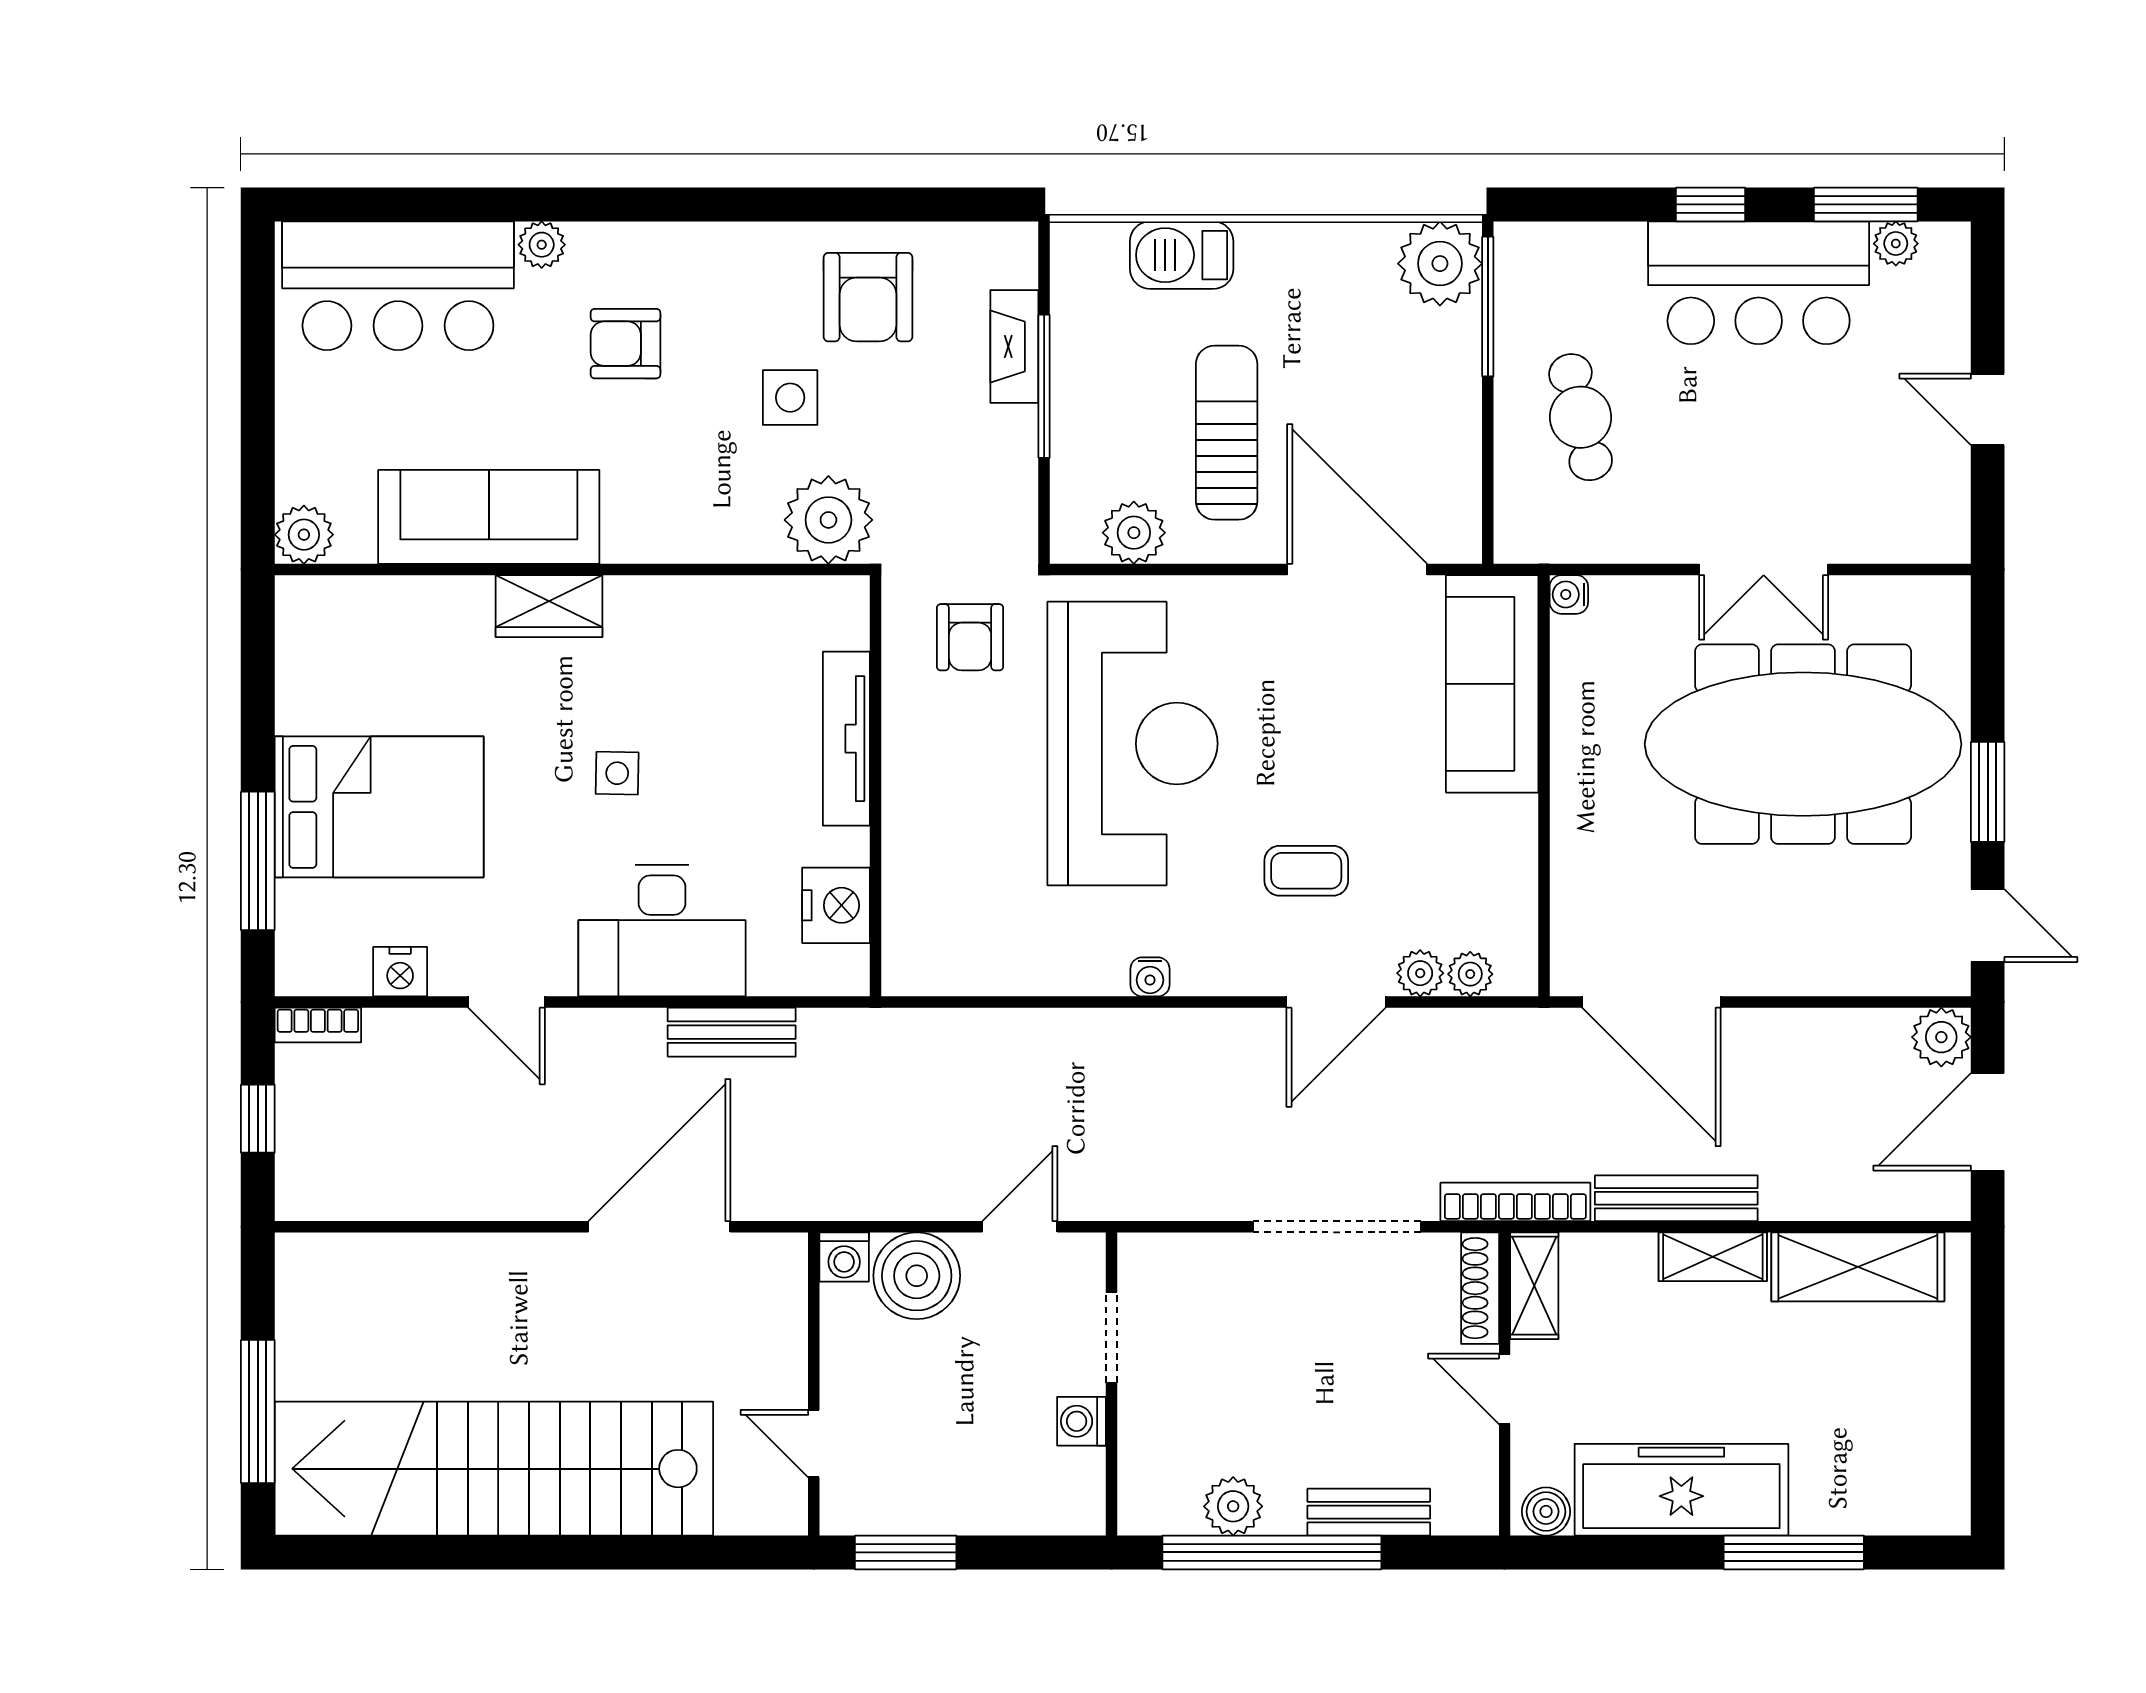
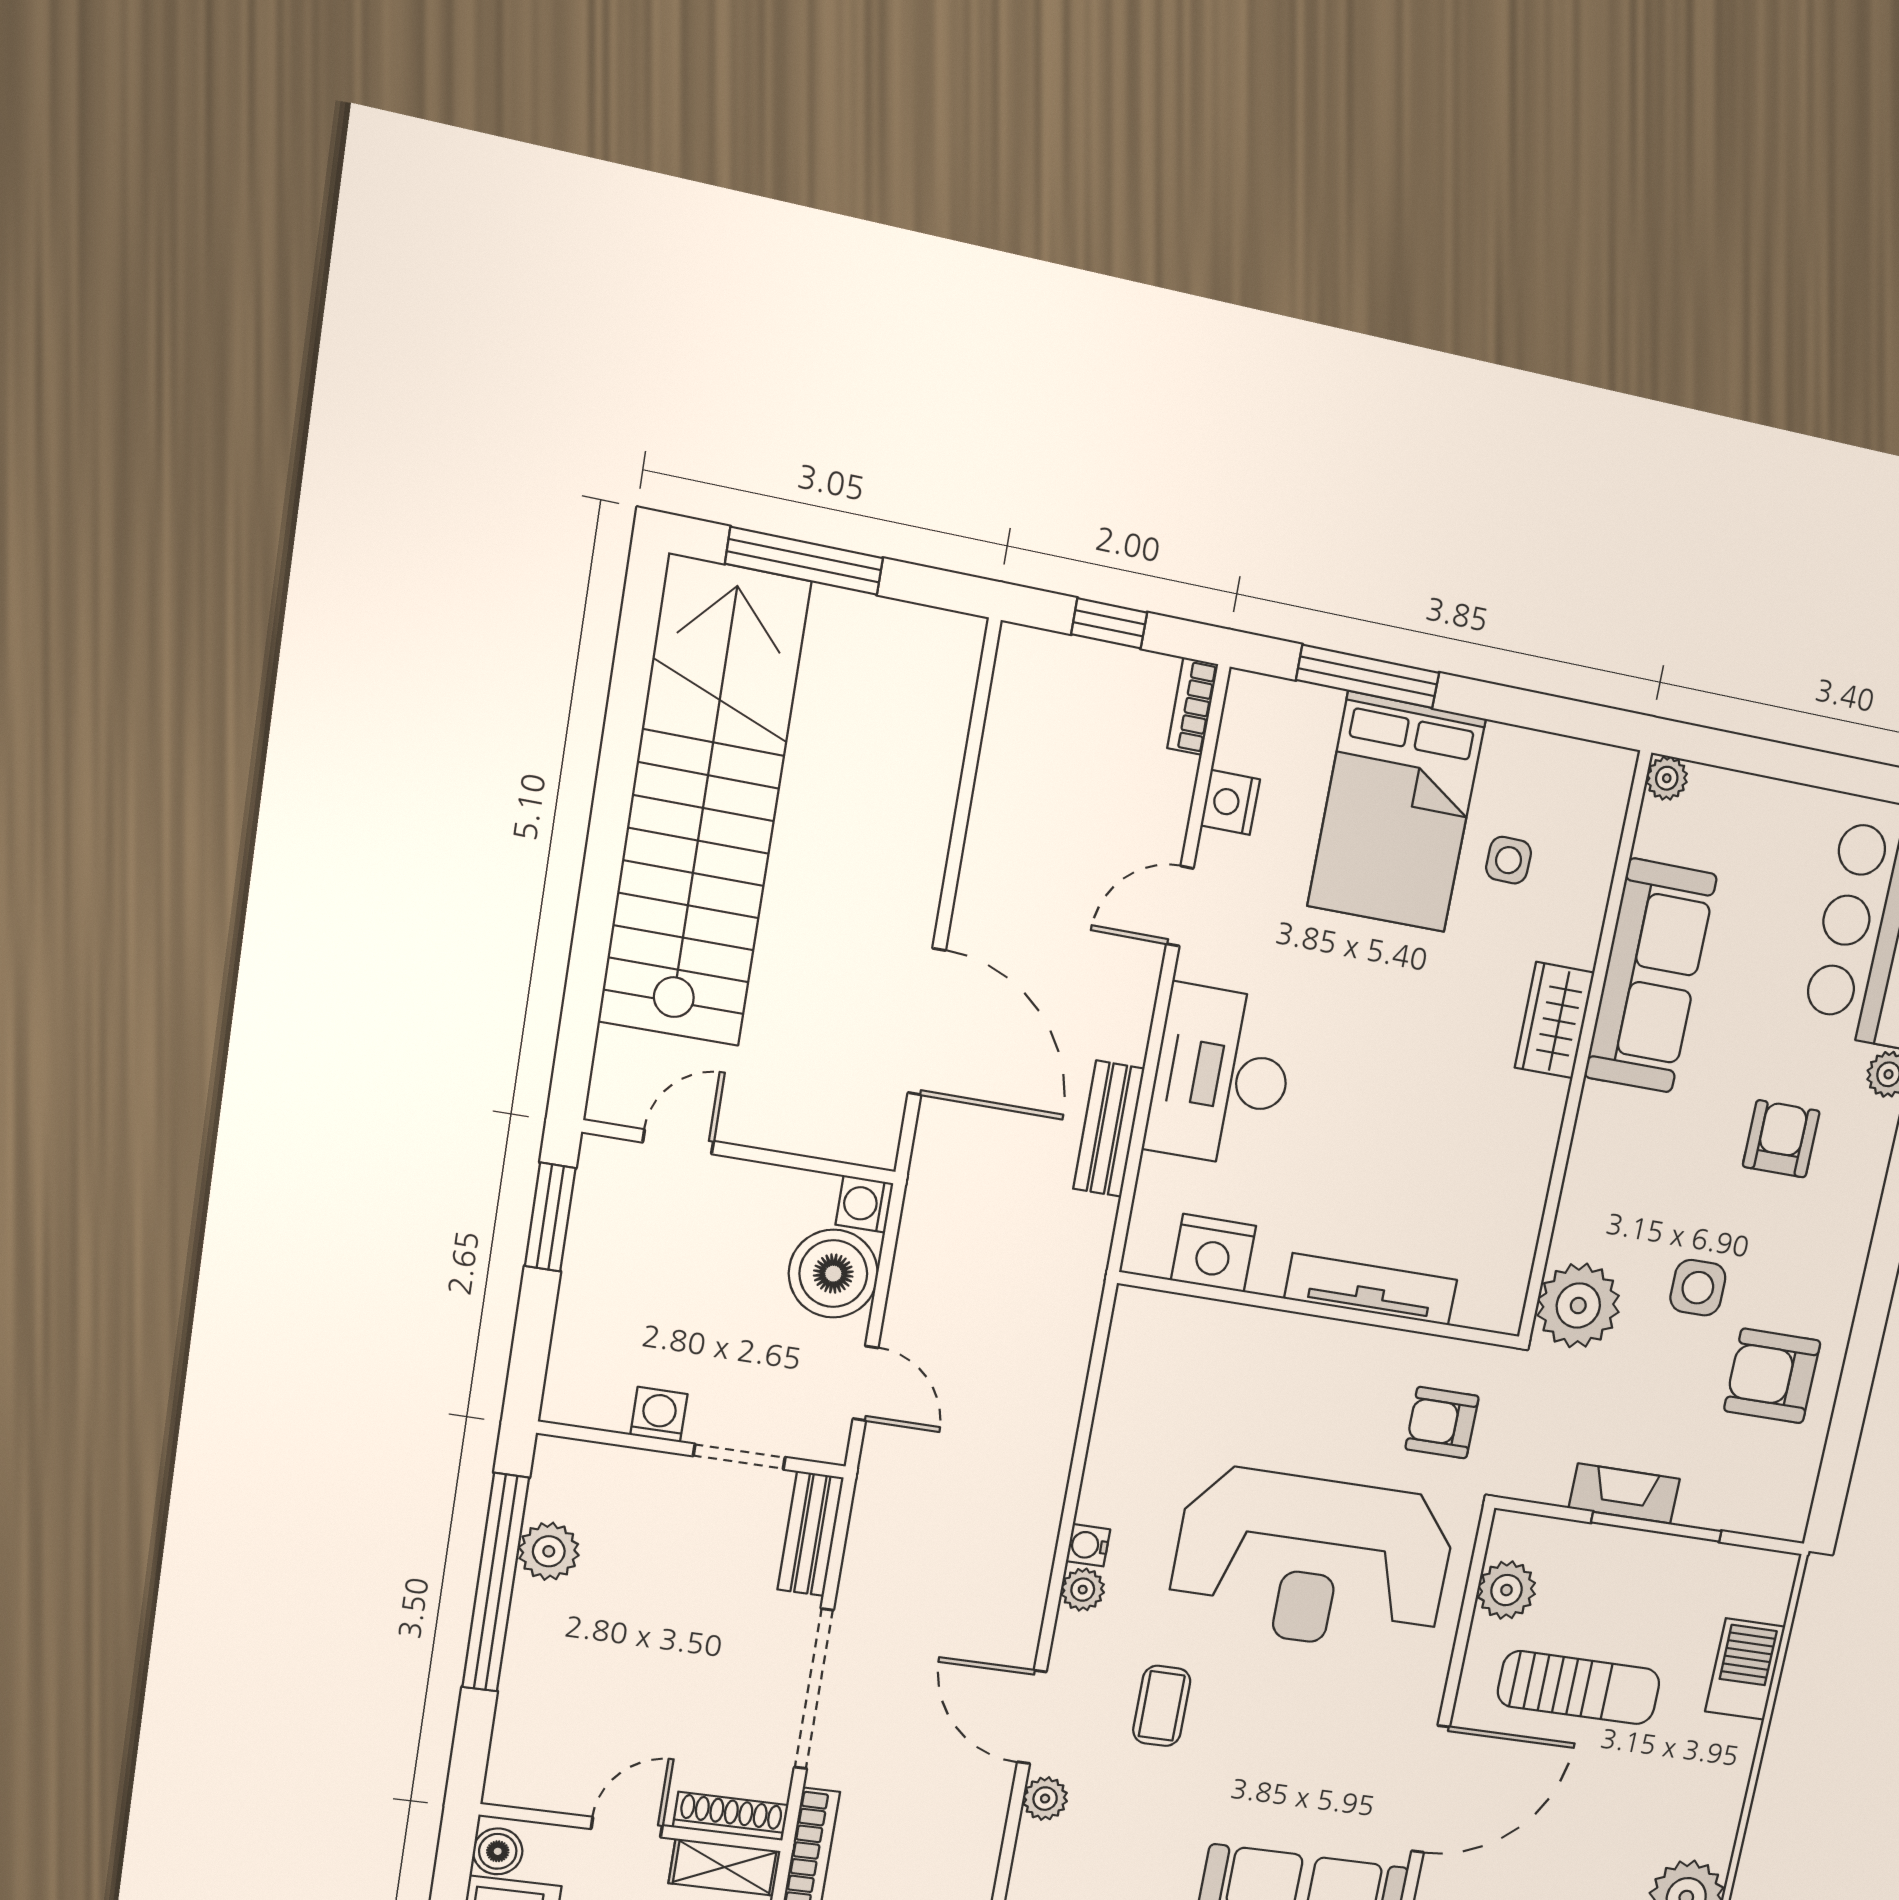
fireplace: (1014, 346) -> (1624, 1494), moved
plant: (304, 535) -> (1667, 778), width x0.73, depth x0.73
side table: (617, 773) -> (1509, 860), moved
plant: (1470, 974) -> (1083, 1590), moved
bench: (1369, 1512) -> (810, 1534), moved

